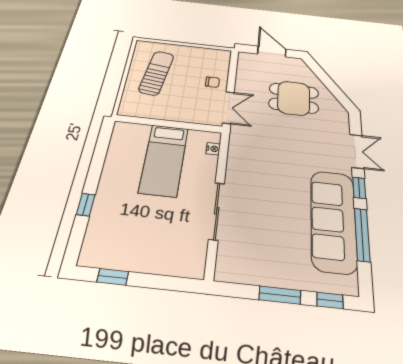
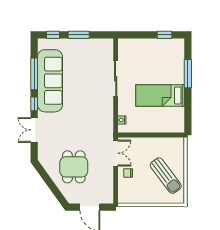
sun lounger: (156, 73) -> (166, 176), turned -45
dining table: (294, 98) -> (74, 167), turned 90
double door: (228, 108) -> (116, 153), swing flipped
bed: (164, 160) -> (160, 95), moved, turned -90
window: (86, 205) -> (188, 74), width x2.17

